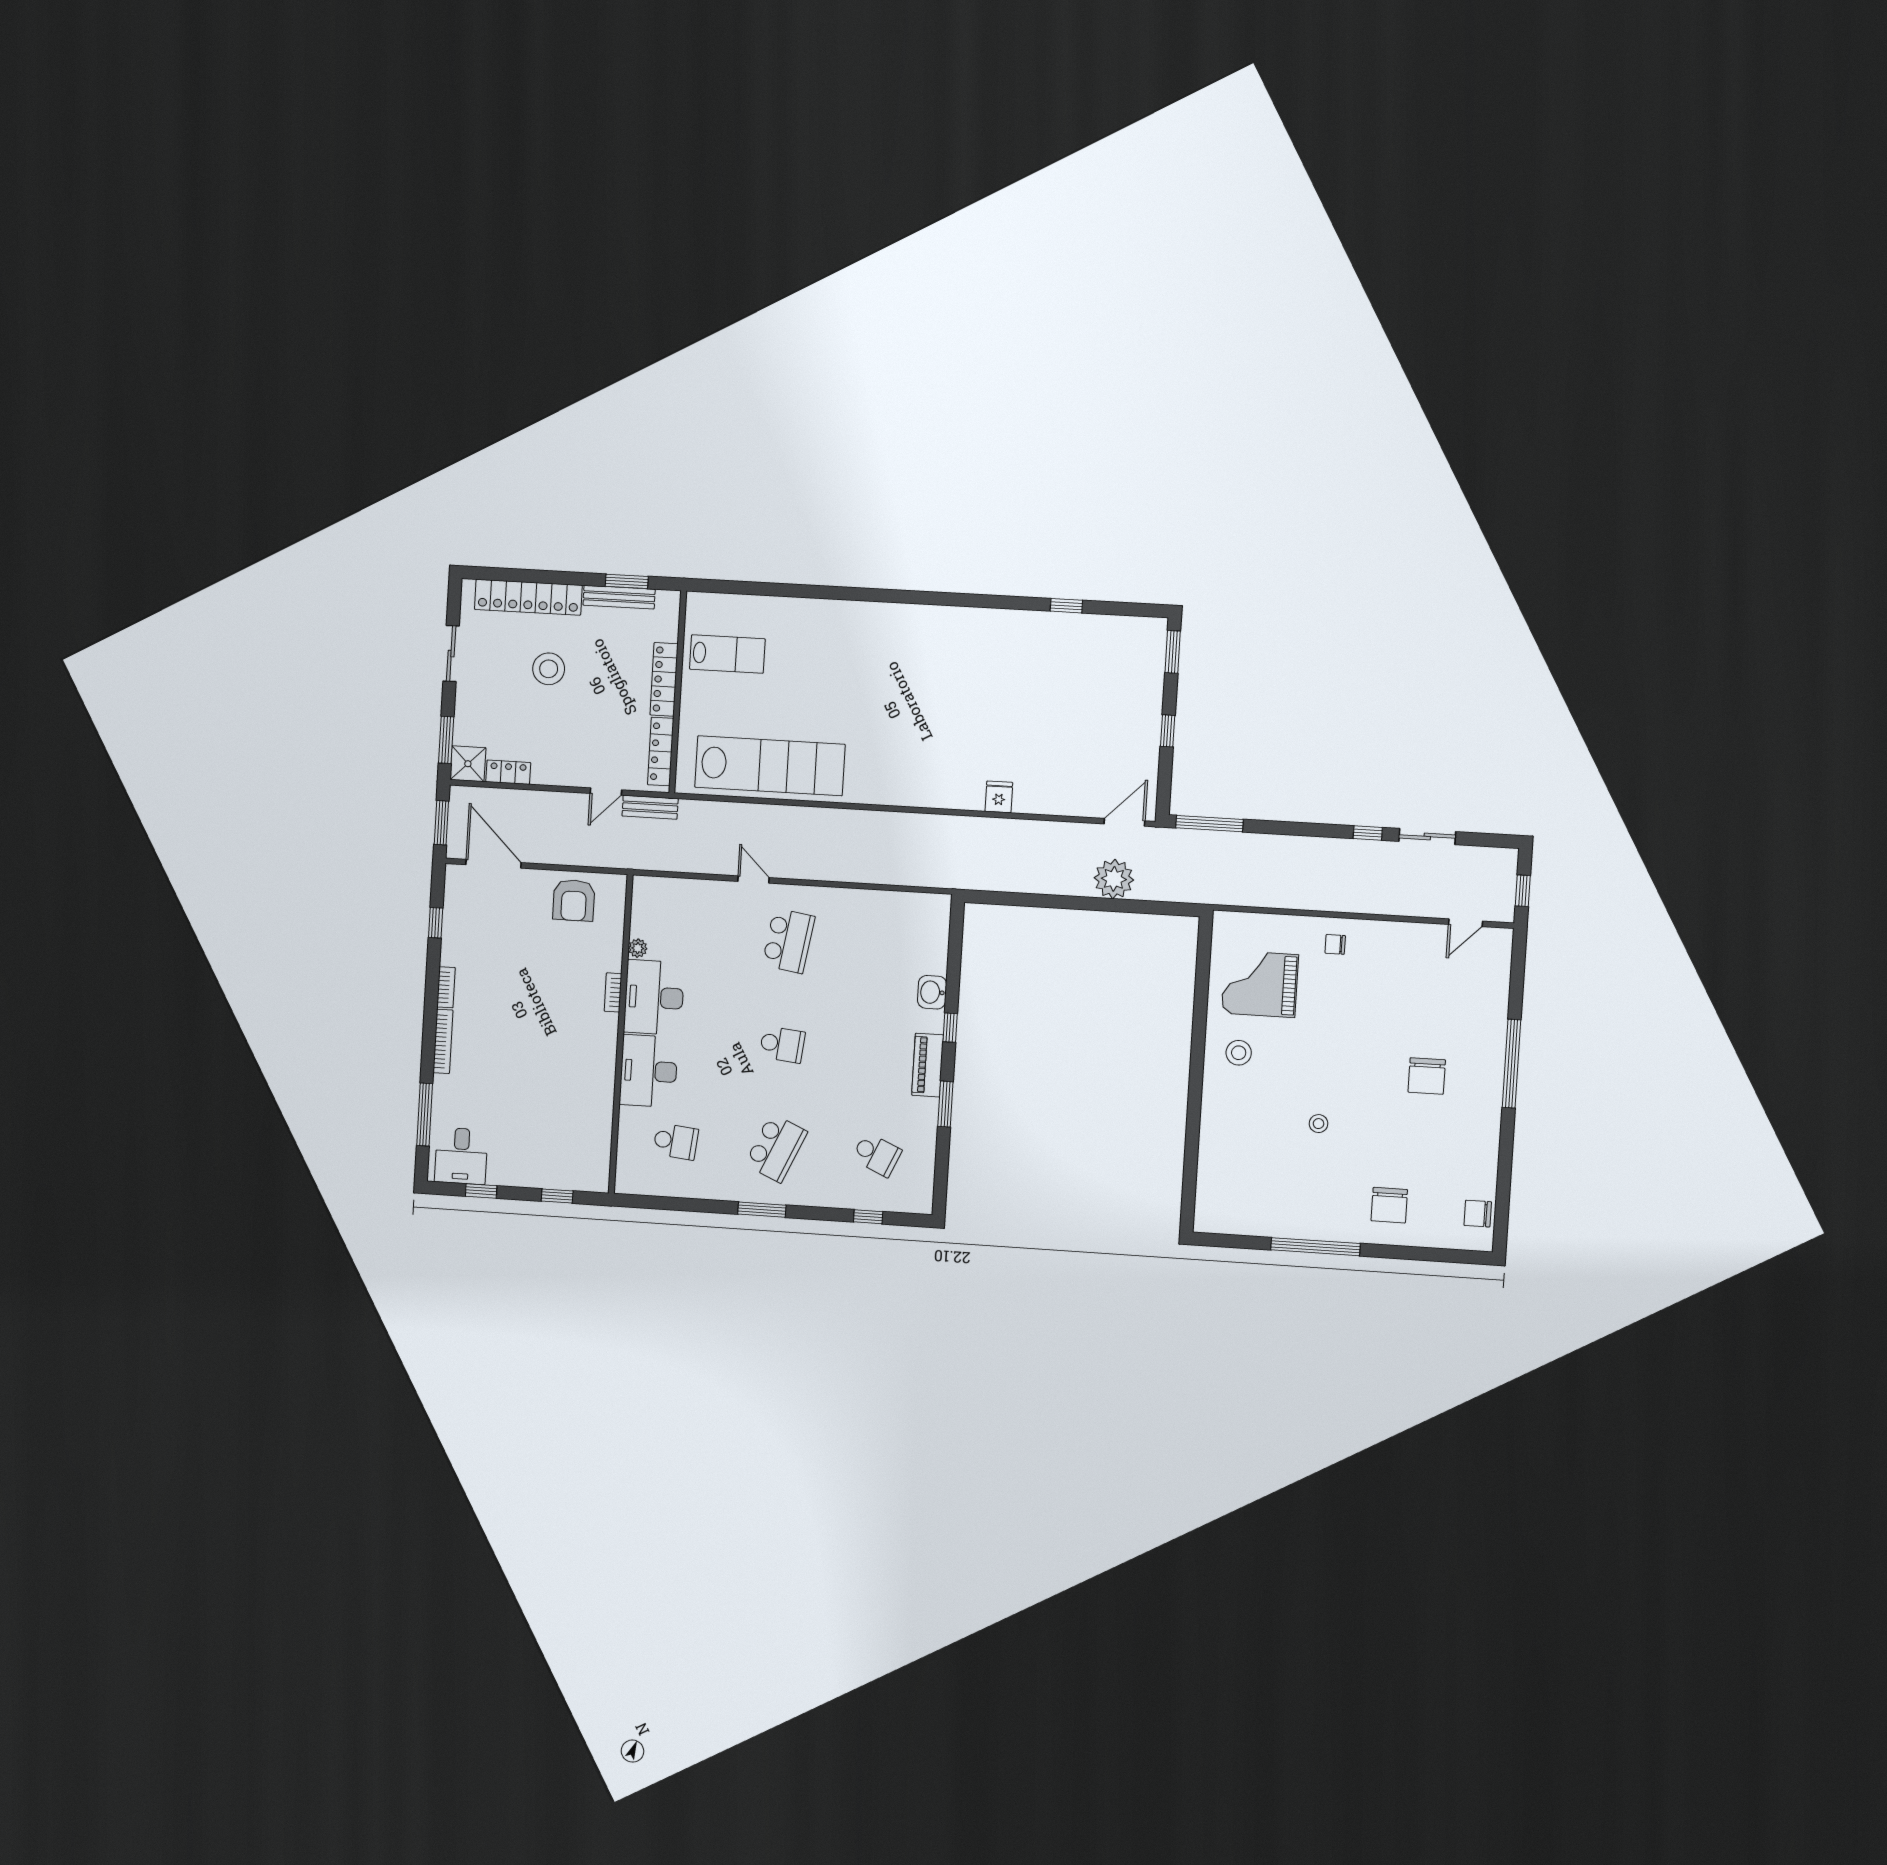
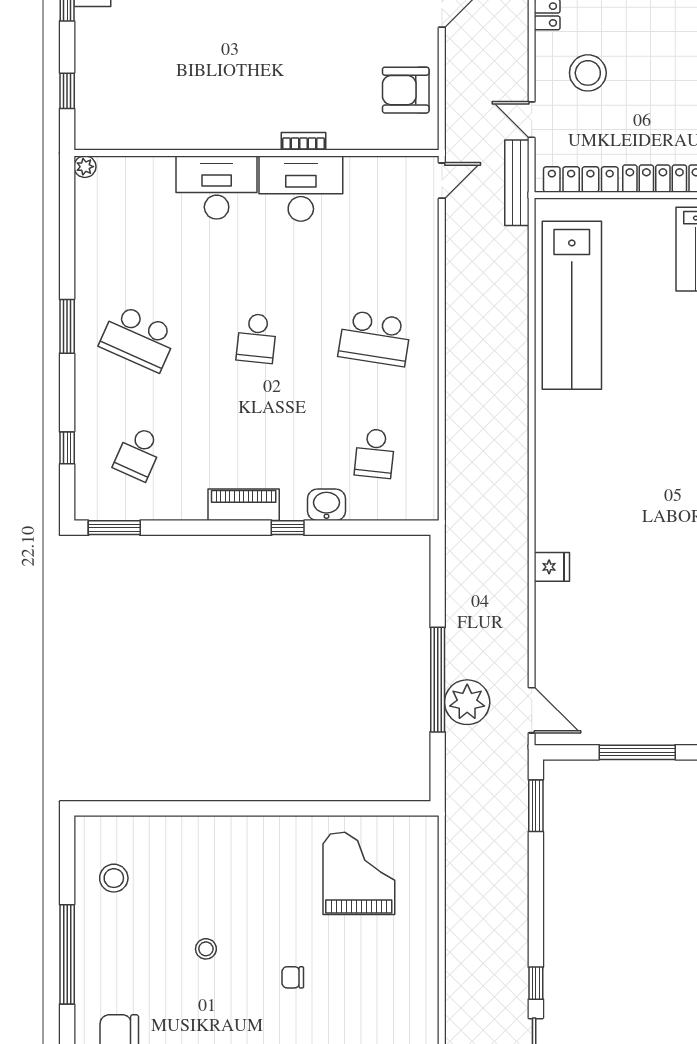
stool: (549, 669) -> (588, 73), moved
window: (1168, 731) -> (637, 752), width x2.17
bench: (650, 807) -> (517, 183), width x1.36
window: (1210, 824) -> (536, 806), width x0.69
door: (753, 880) -> (442, 181), moved
window: (1092, 904) -> (438, 680), added
chair: (1335, 944) -> (293, 977), moved, turned -90
plant: (638, 948) -> (85, 167), moved
stool: (1239, 1053) -> (114, 878), moved
window: (945, 1104) -> (114, 528), moved
school desk: (676, 1141) -> (375, 453), moved

